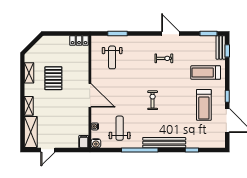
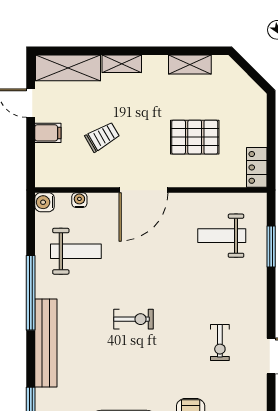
pallet: (53, 78) -> (195, 137), moved
trolley: (64, 115) -> (102, 137), added
filing cabinet: (84, 142) -> (48, 133), moved

